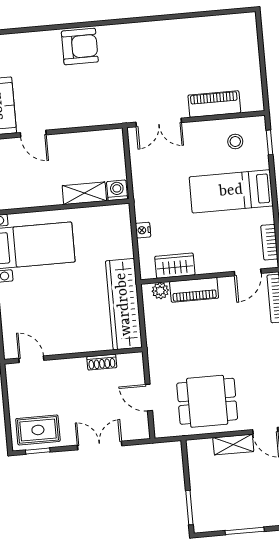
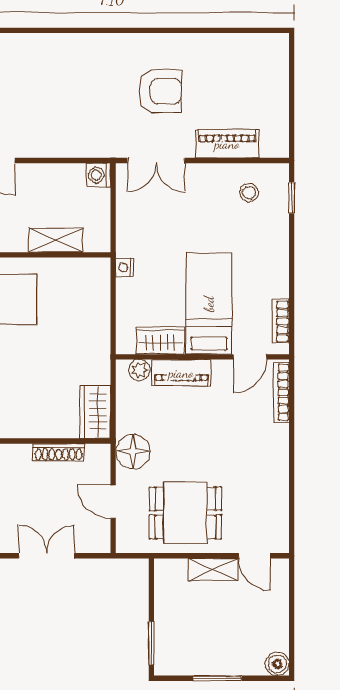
armchair: (80, 47) -> (160, 91), moved
washing machine: (117, 190) -> (99, 175), moved, turned -90
bed: (231, 191) -> (209, 304), moved, turned 90
nightstand: (143, 230) -> (125, 267), moved
wardrobe: (124, 304) -> (95, 412), width x0.48, depth x0.85
floor lamp: (161, 356) -> (133, 452), added
shoe rack: (102, 362) -> (59, 452), width x1.43

